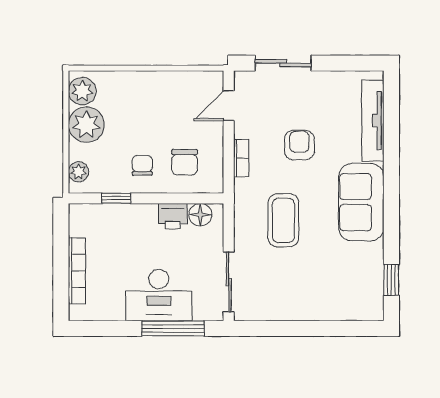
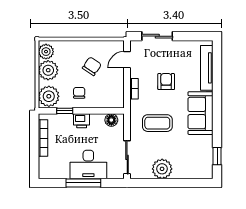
chair: (185, 162) -> (92, 66), moved, turned -146
plant: (79, 172) -> (49, 96), width x1.88, depth x1.88
printer: (173, 216) -> (82, 121), moved
coffee table: (283, 220) -> (157, 123), turned 90
bookcase: (77, 271) -> (43, 138), moved
plant: (292, 303) -> (162, 169), added
window: (173, 328) -> (83, 183), moved

